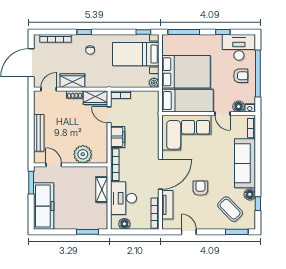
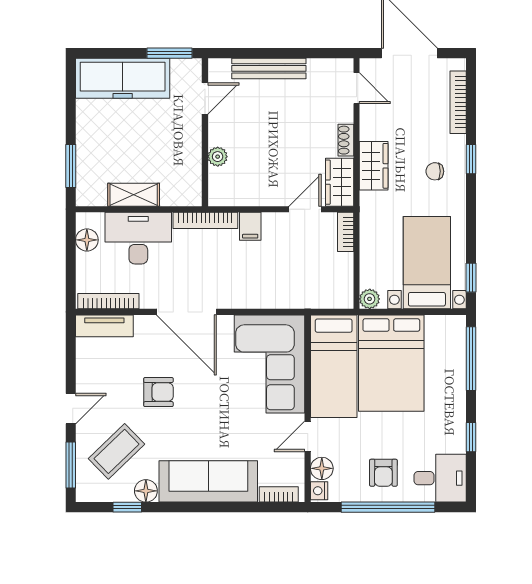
desk: (239, 47) -> (440, 478), width x0.73
wardrobe: (72, 81) -> (374, 166), moved
filing cabinet: (118, 137) -> (250, 226), width x0.50
plant: (83, 154) -> (218, 157), width x0.53, depth x0.53
shelving: (102, 189) -> (134, 195), moved
tv unit: (167, 205) -> (104, 326), moved
door: (189, 232) -> (71, 409), moved

